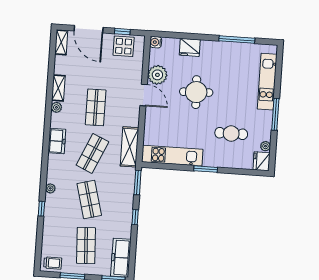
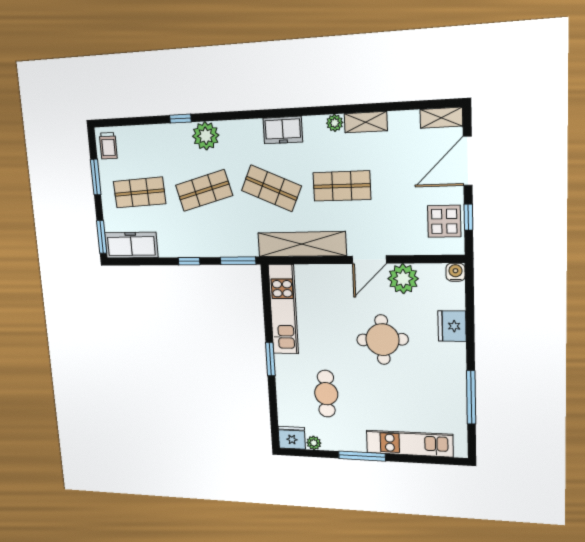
shelving: (130, 147) -> (302, 244), width x1.47
plant: (50, 188) -> (206, 136), width x1.87, depth x1.87

